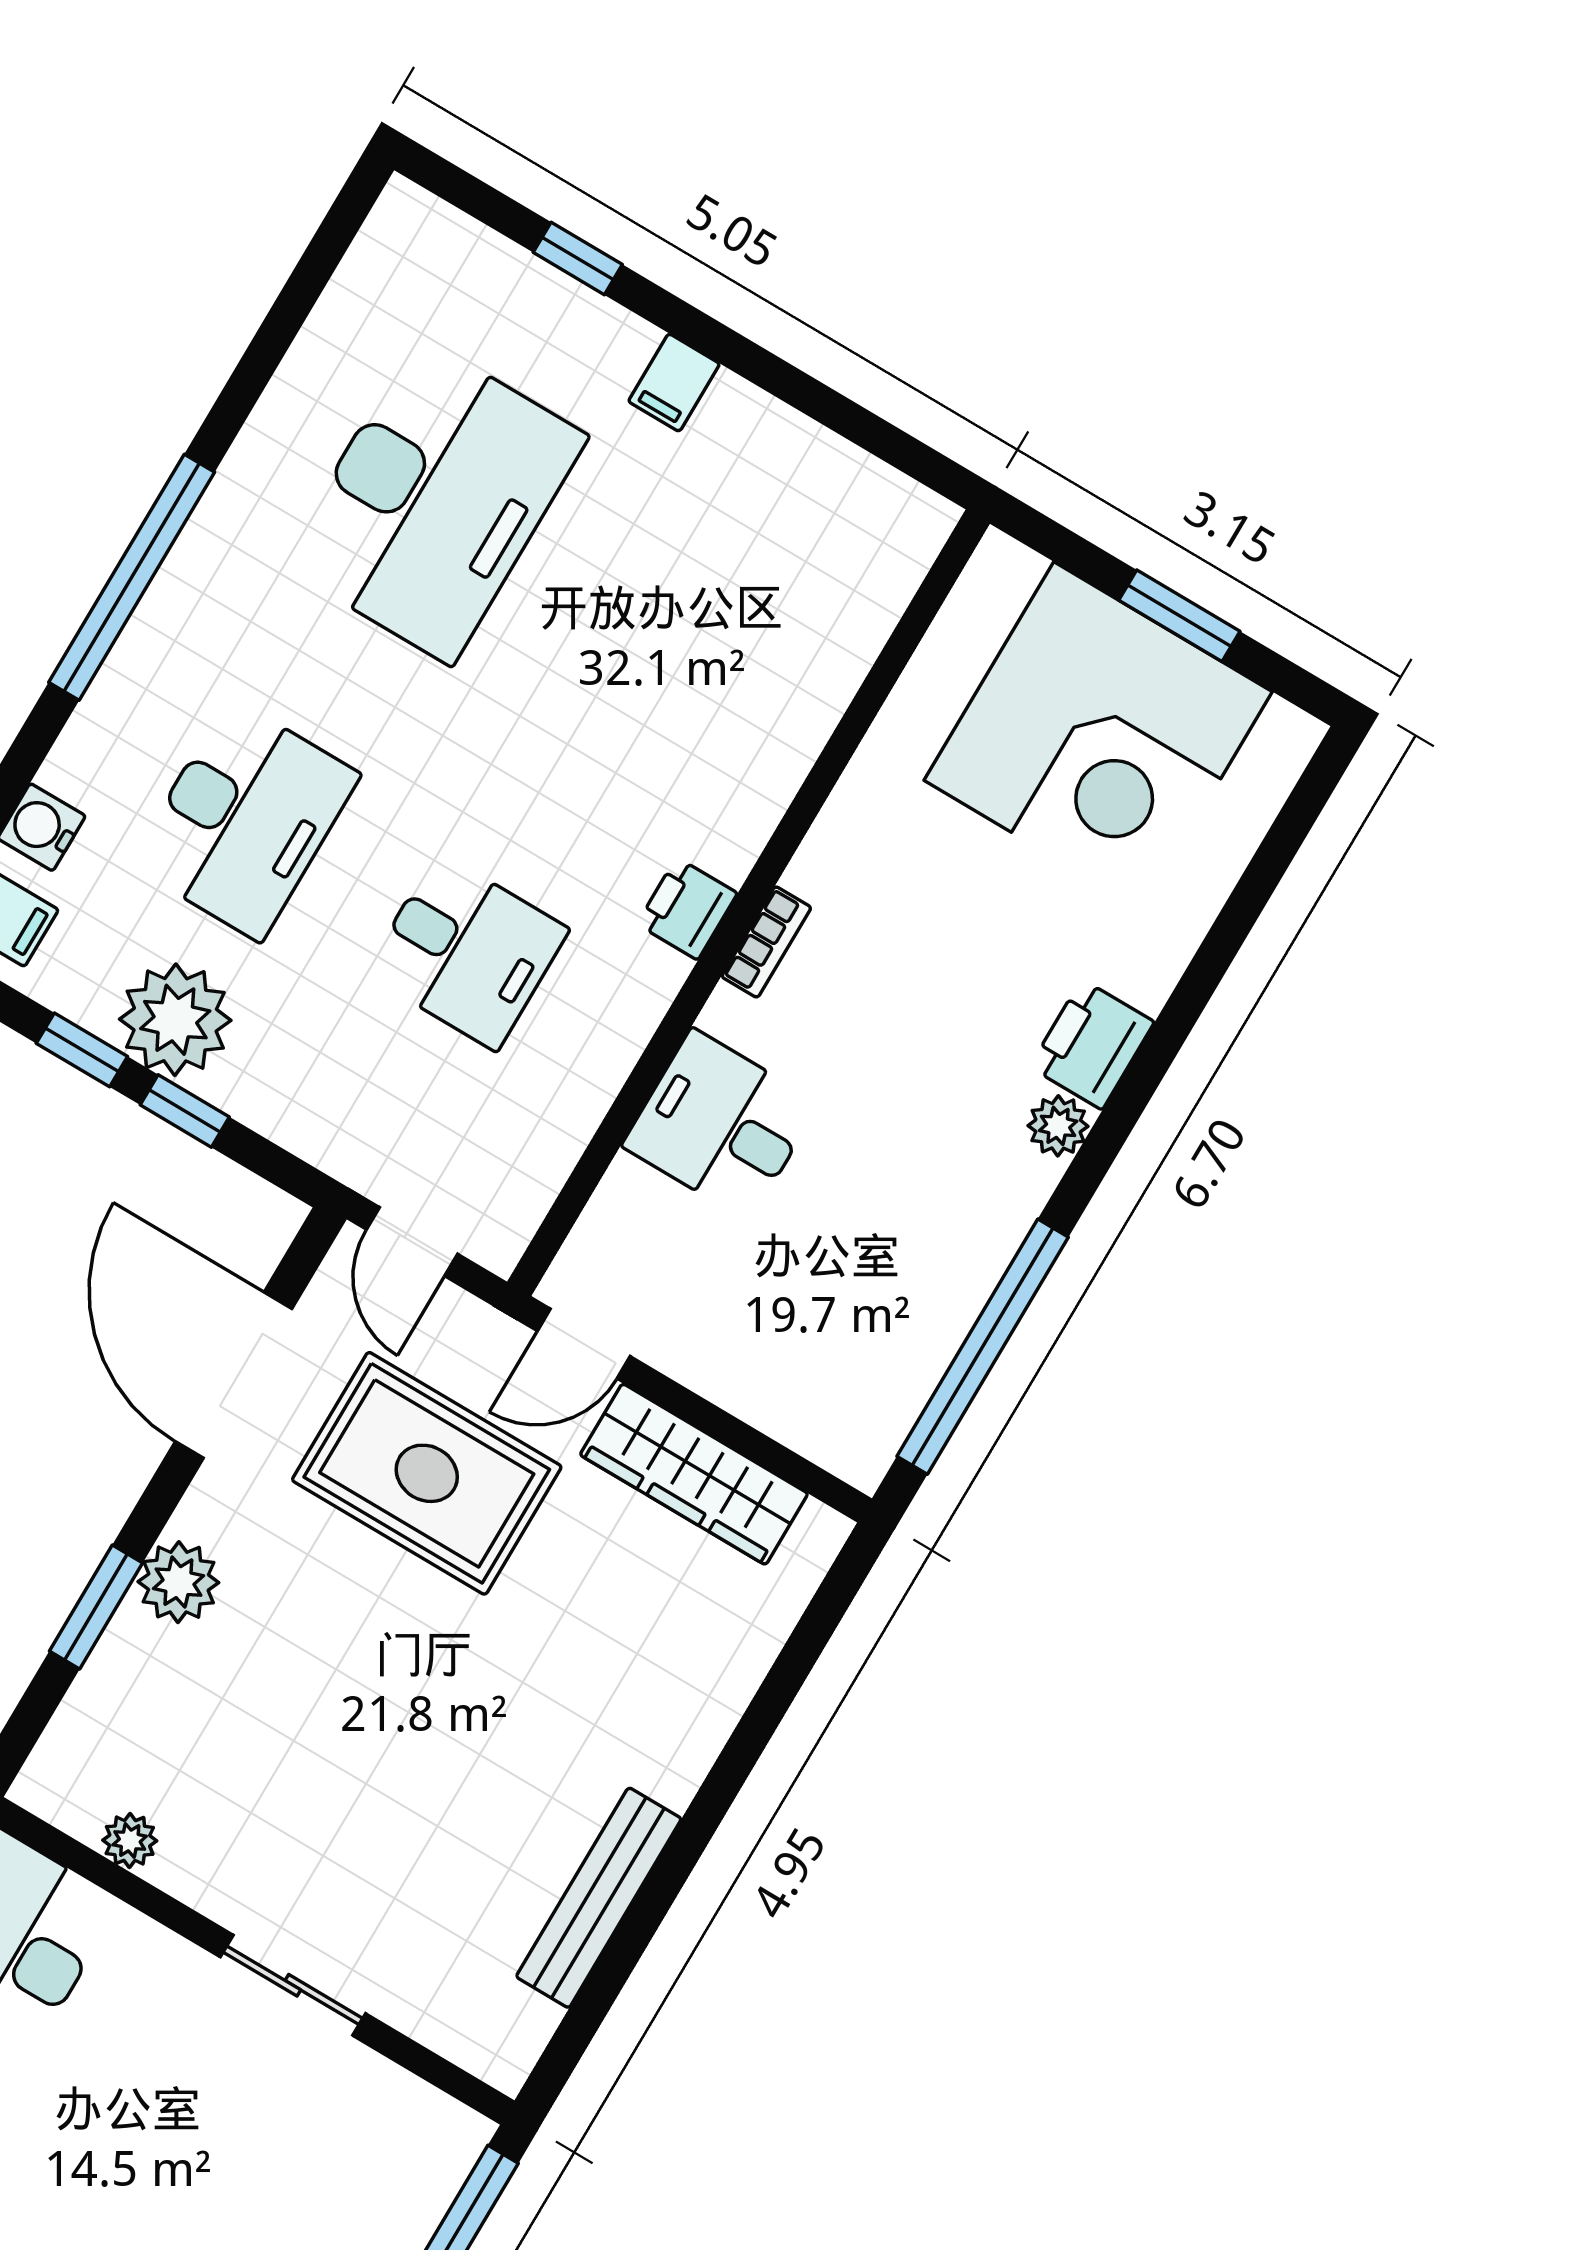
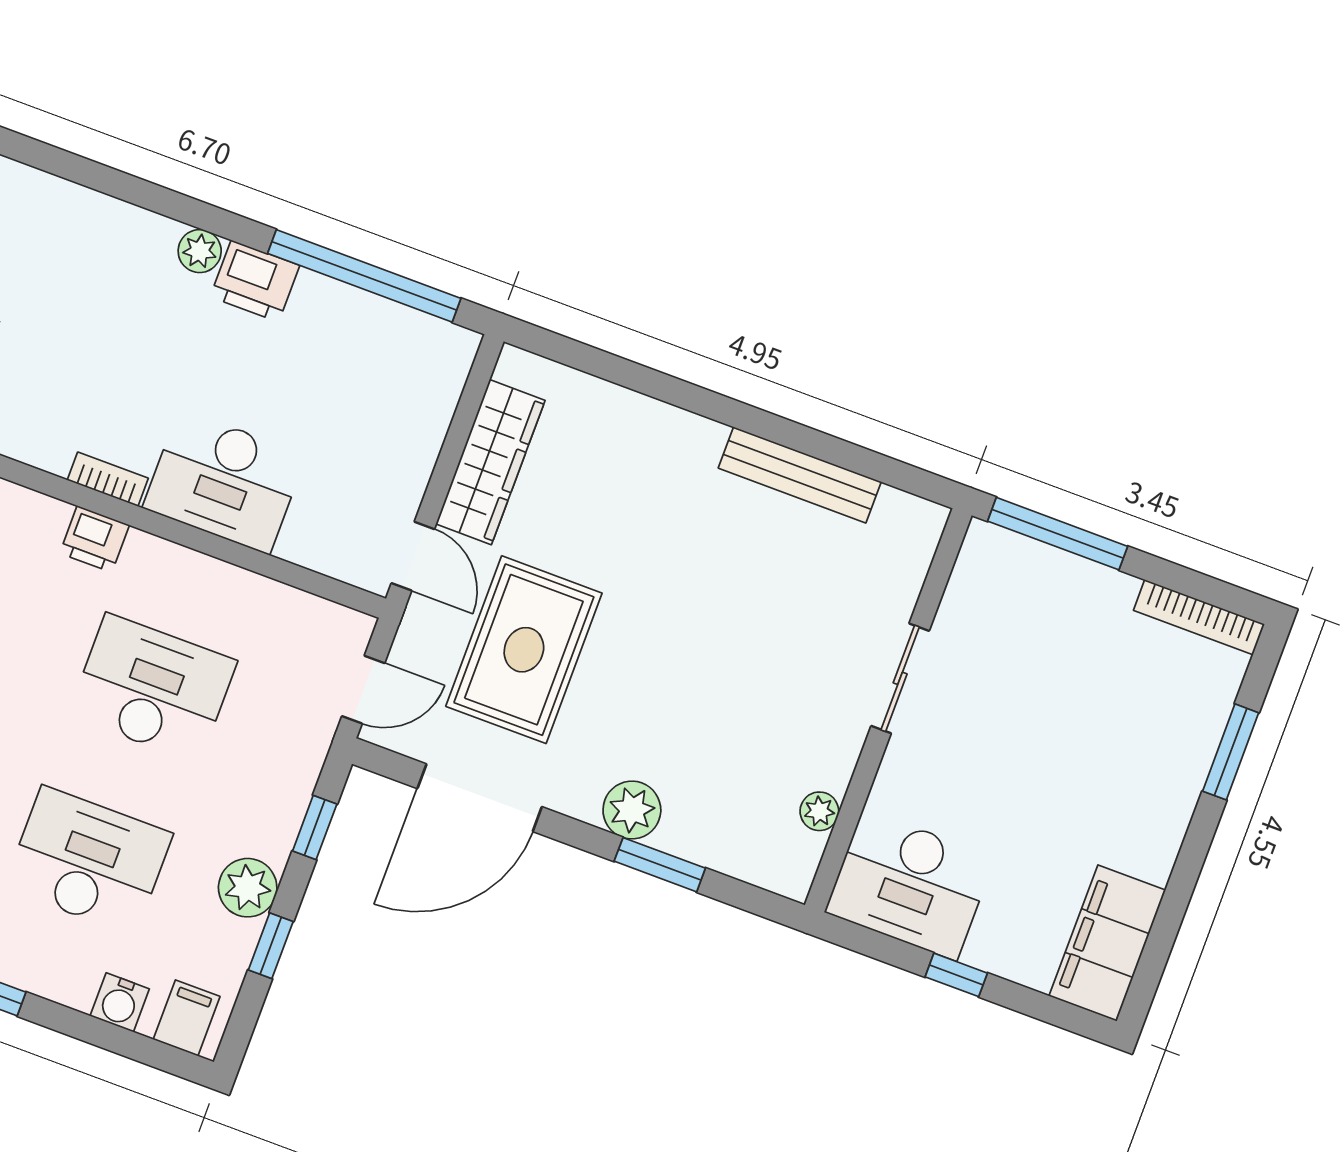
desk: (467, 951) -> (153, 688), width x1.37
plant: (175, 1020) -> (248, 888), width x0.73, depth x0.73
printer: (1092, 1044) -> (255, 281), moved
window: (185, 1111) -> (315, 828), moved
desk: (721, 1125) -> (224, 481), width x1.37

